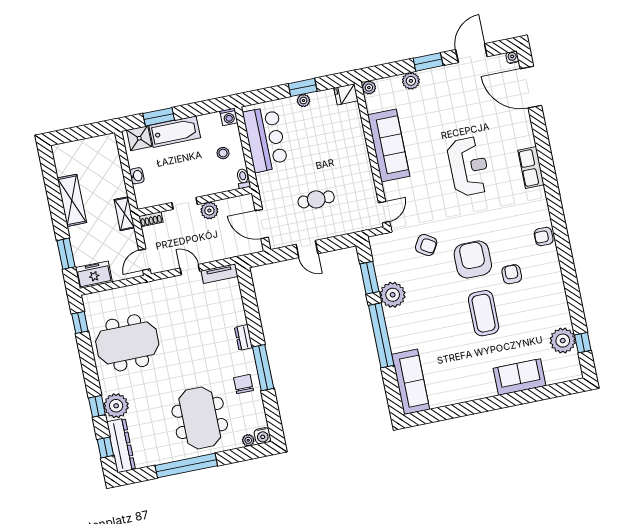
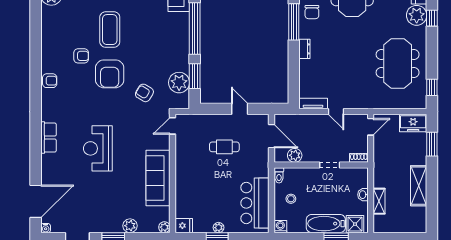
door: (531, 87) -> (36, 201), hinge flipped
plant: (209, 211) -> (295, 155), moved
shelving: (124, 214) -> (379, 201), moved
armchair: (512, 274) -> (81, 56), turned -90
plant: (393, 295) -> (179, 83), moved
meeting table: (127, 343) -> (398, 63), turned 90

